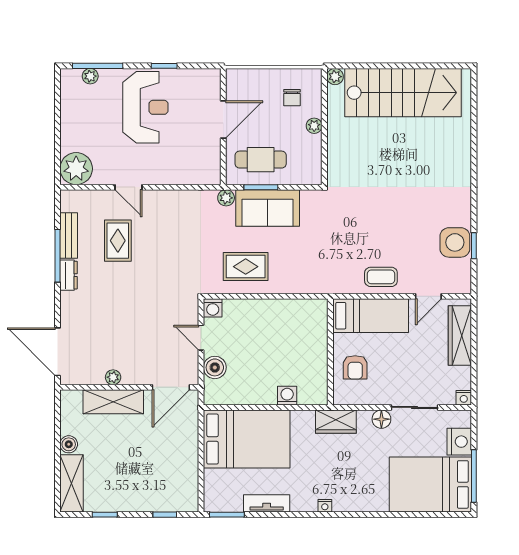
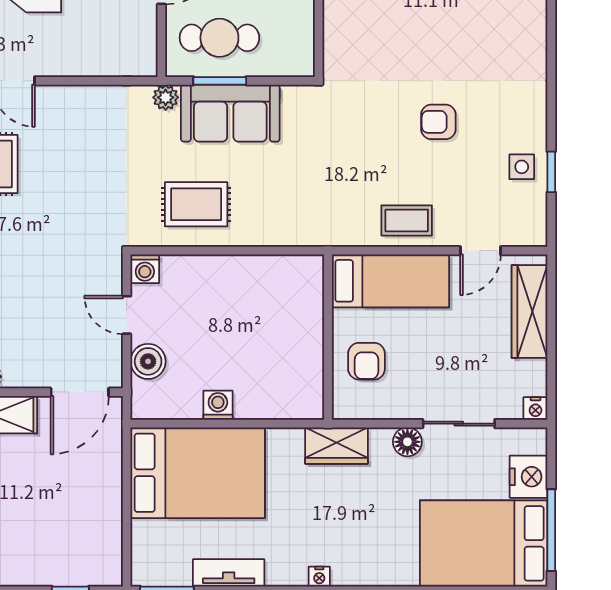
armchair: (401, 214) -> (438, 122), added
side table: (455, 242) -> (522, 167), width x0.54, depth x0.54
washing machine: (287, 396) -> (218, 405), moved

